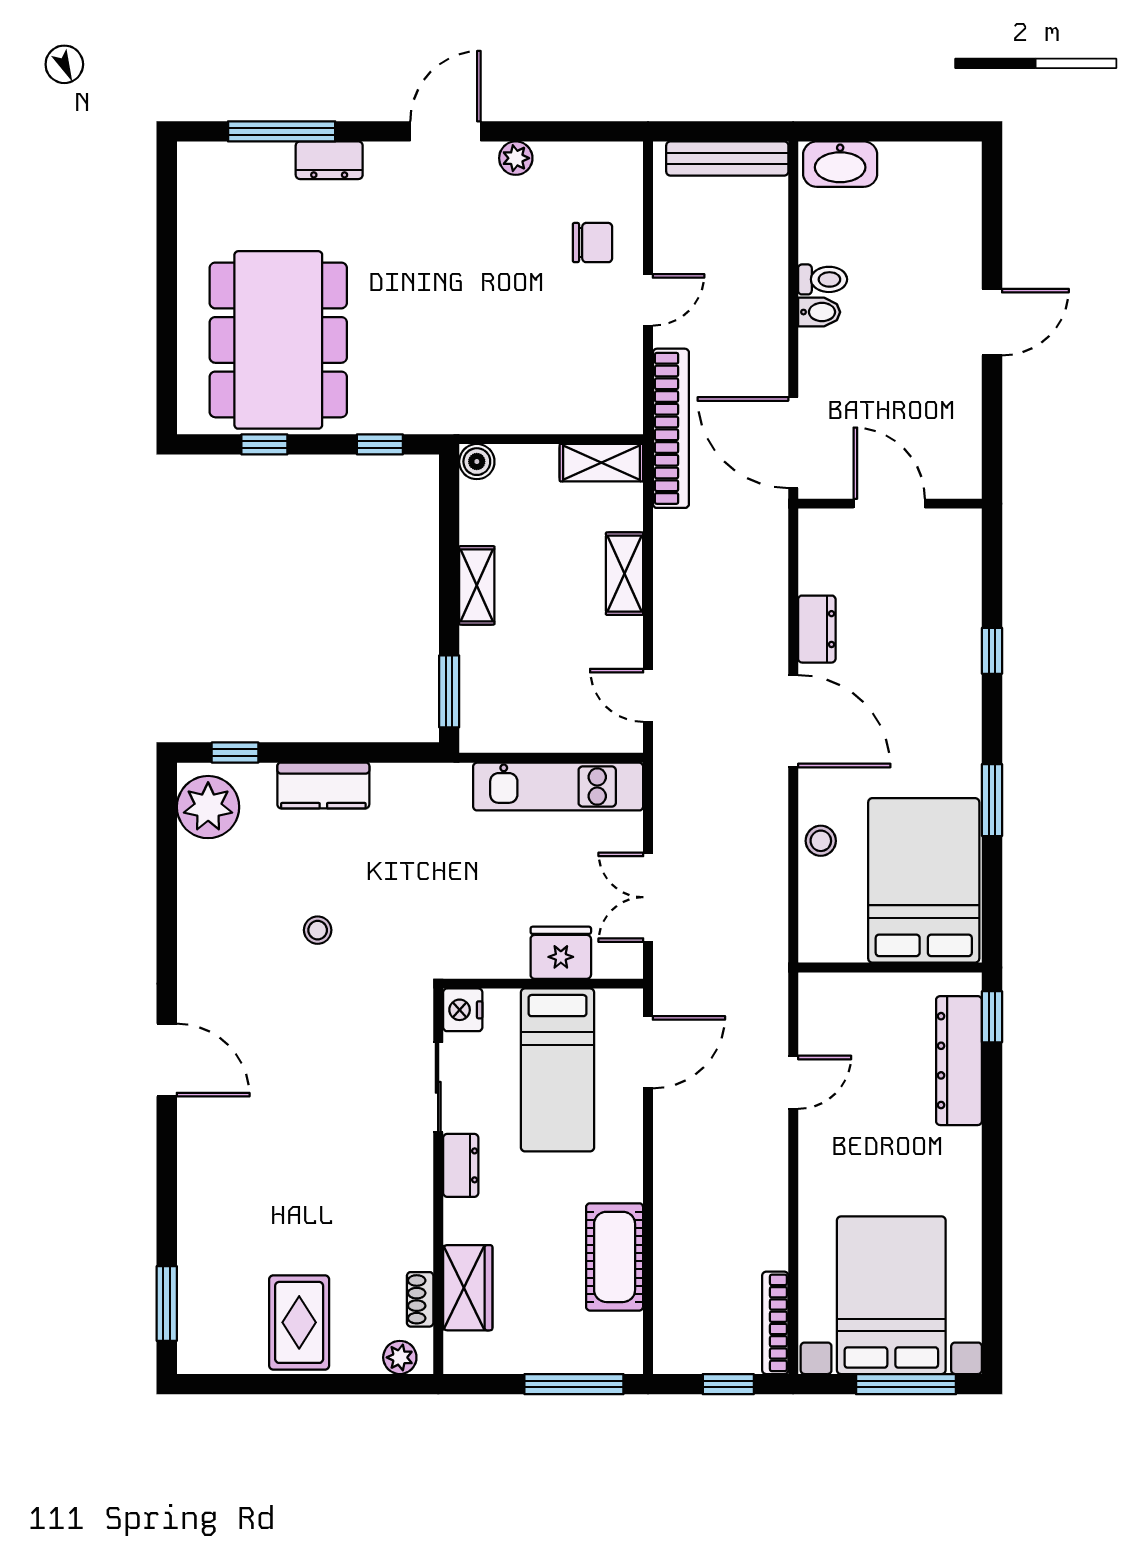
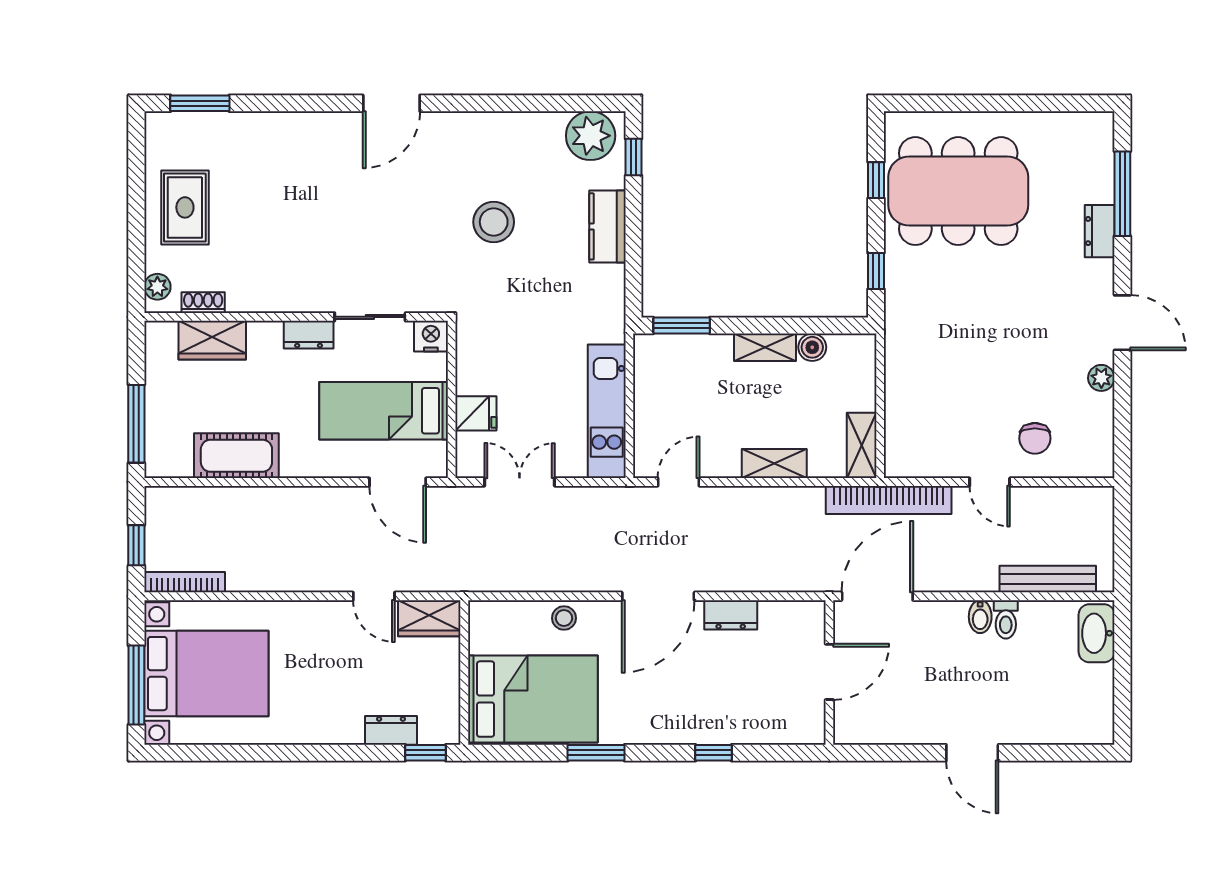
bench: (727, 159) -> (1048, 579), moved, turned 90
boiler: (477, 462) -> (812, 347), moved
stool: (318, 930) -> (494, 222), width x1.89, depth x1.89
fridge: (561, 953) -> (476, 413), width x0.72
wardrobe: (821, 1012) -> (429, 618), added
dresser: (959, 1061) -> (391, 730), width x0.51, depth x0.80
rug: (299, 1322) -> (185, 207), turned 90

